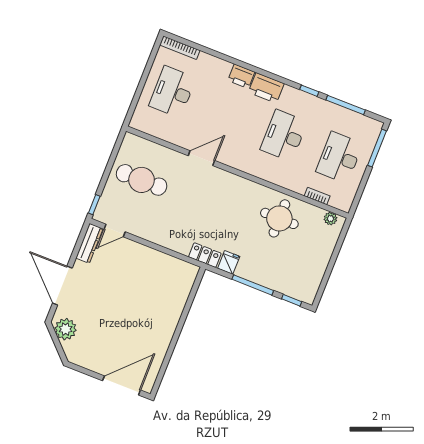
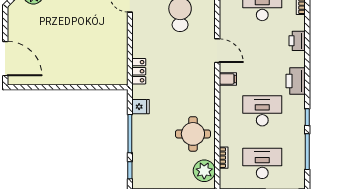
printer: (241, 76) -> (297, 41), moved
filing cabinet: (236, 159) -> (228, 79), added
plant: (330, 219) -> (204, 171), width x1.88, depth x1.88
locker: (205, 255) -> (139, 71), moved

